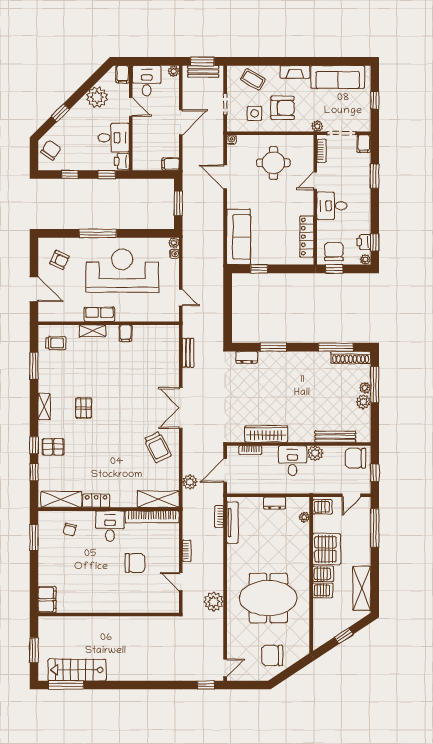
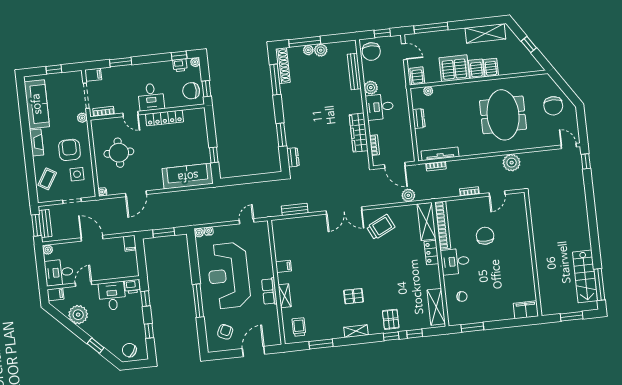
locker: (307, 237) -> (164, 118), moved
locker: (96, 501) -> (431, 253), moved

